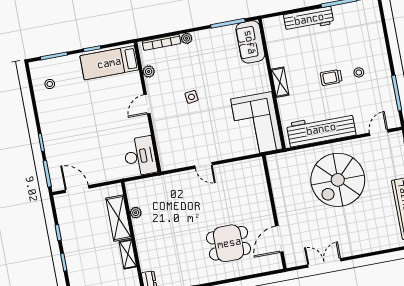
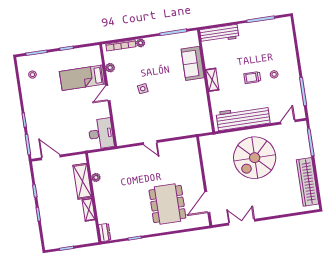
workbench: (309, 19) -> (219, 34), moved
sofa: (250, 42) -> (193, 63), moved
bed: (109, 63) -> (82, 78), moved
corner sofa: (257, 124) -> (193, 112), removed
dining table: (229, 243) -> (167, 204), width x1.38

